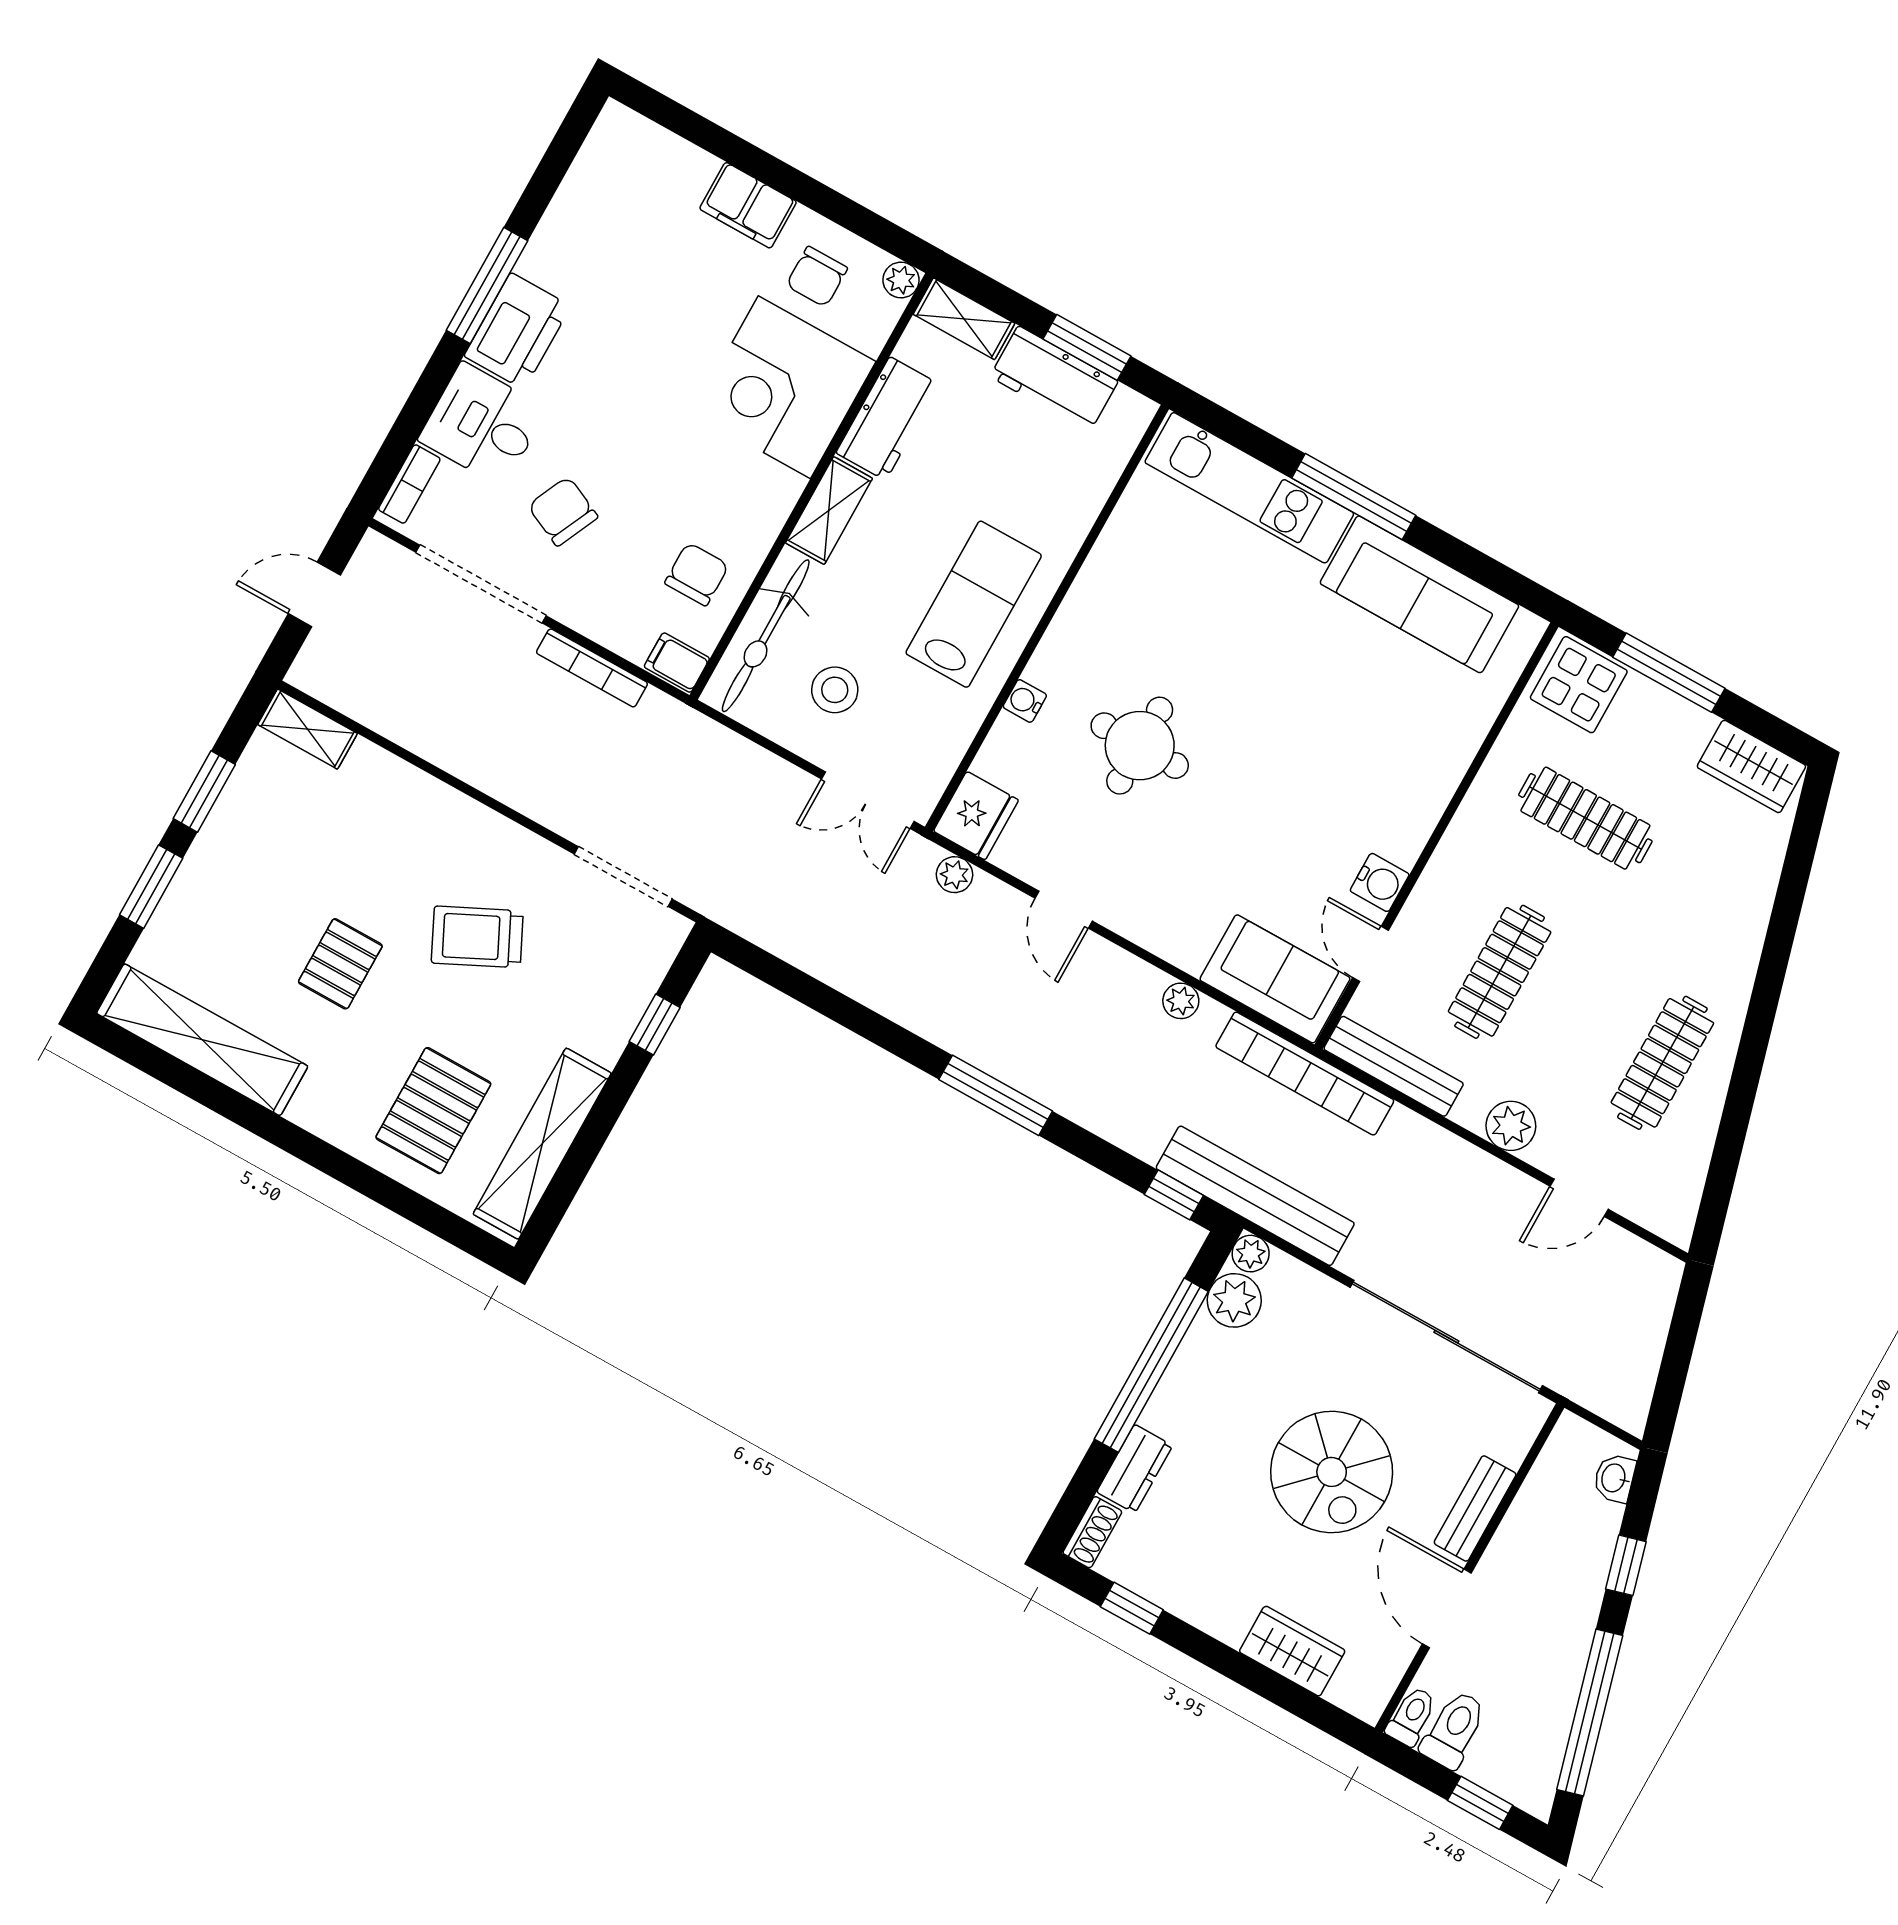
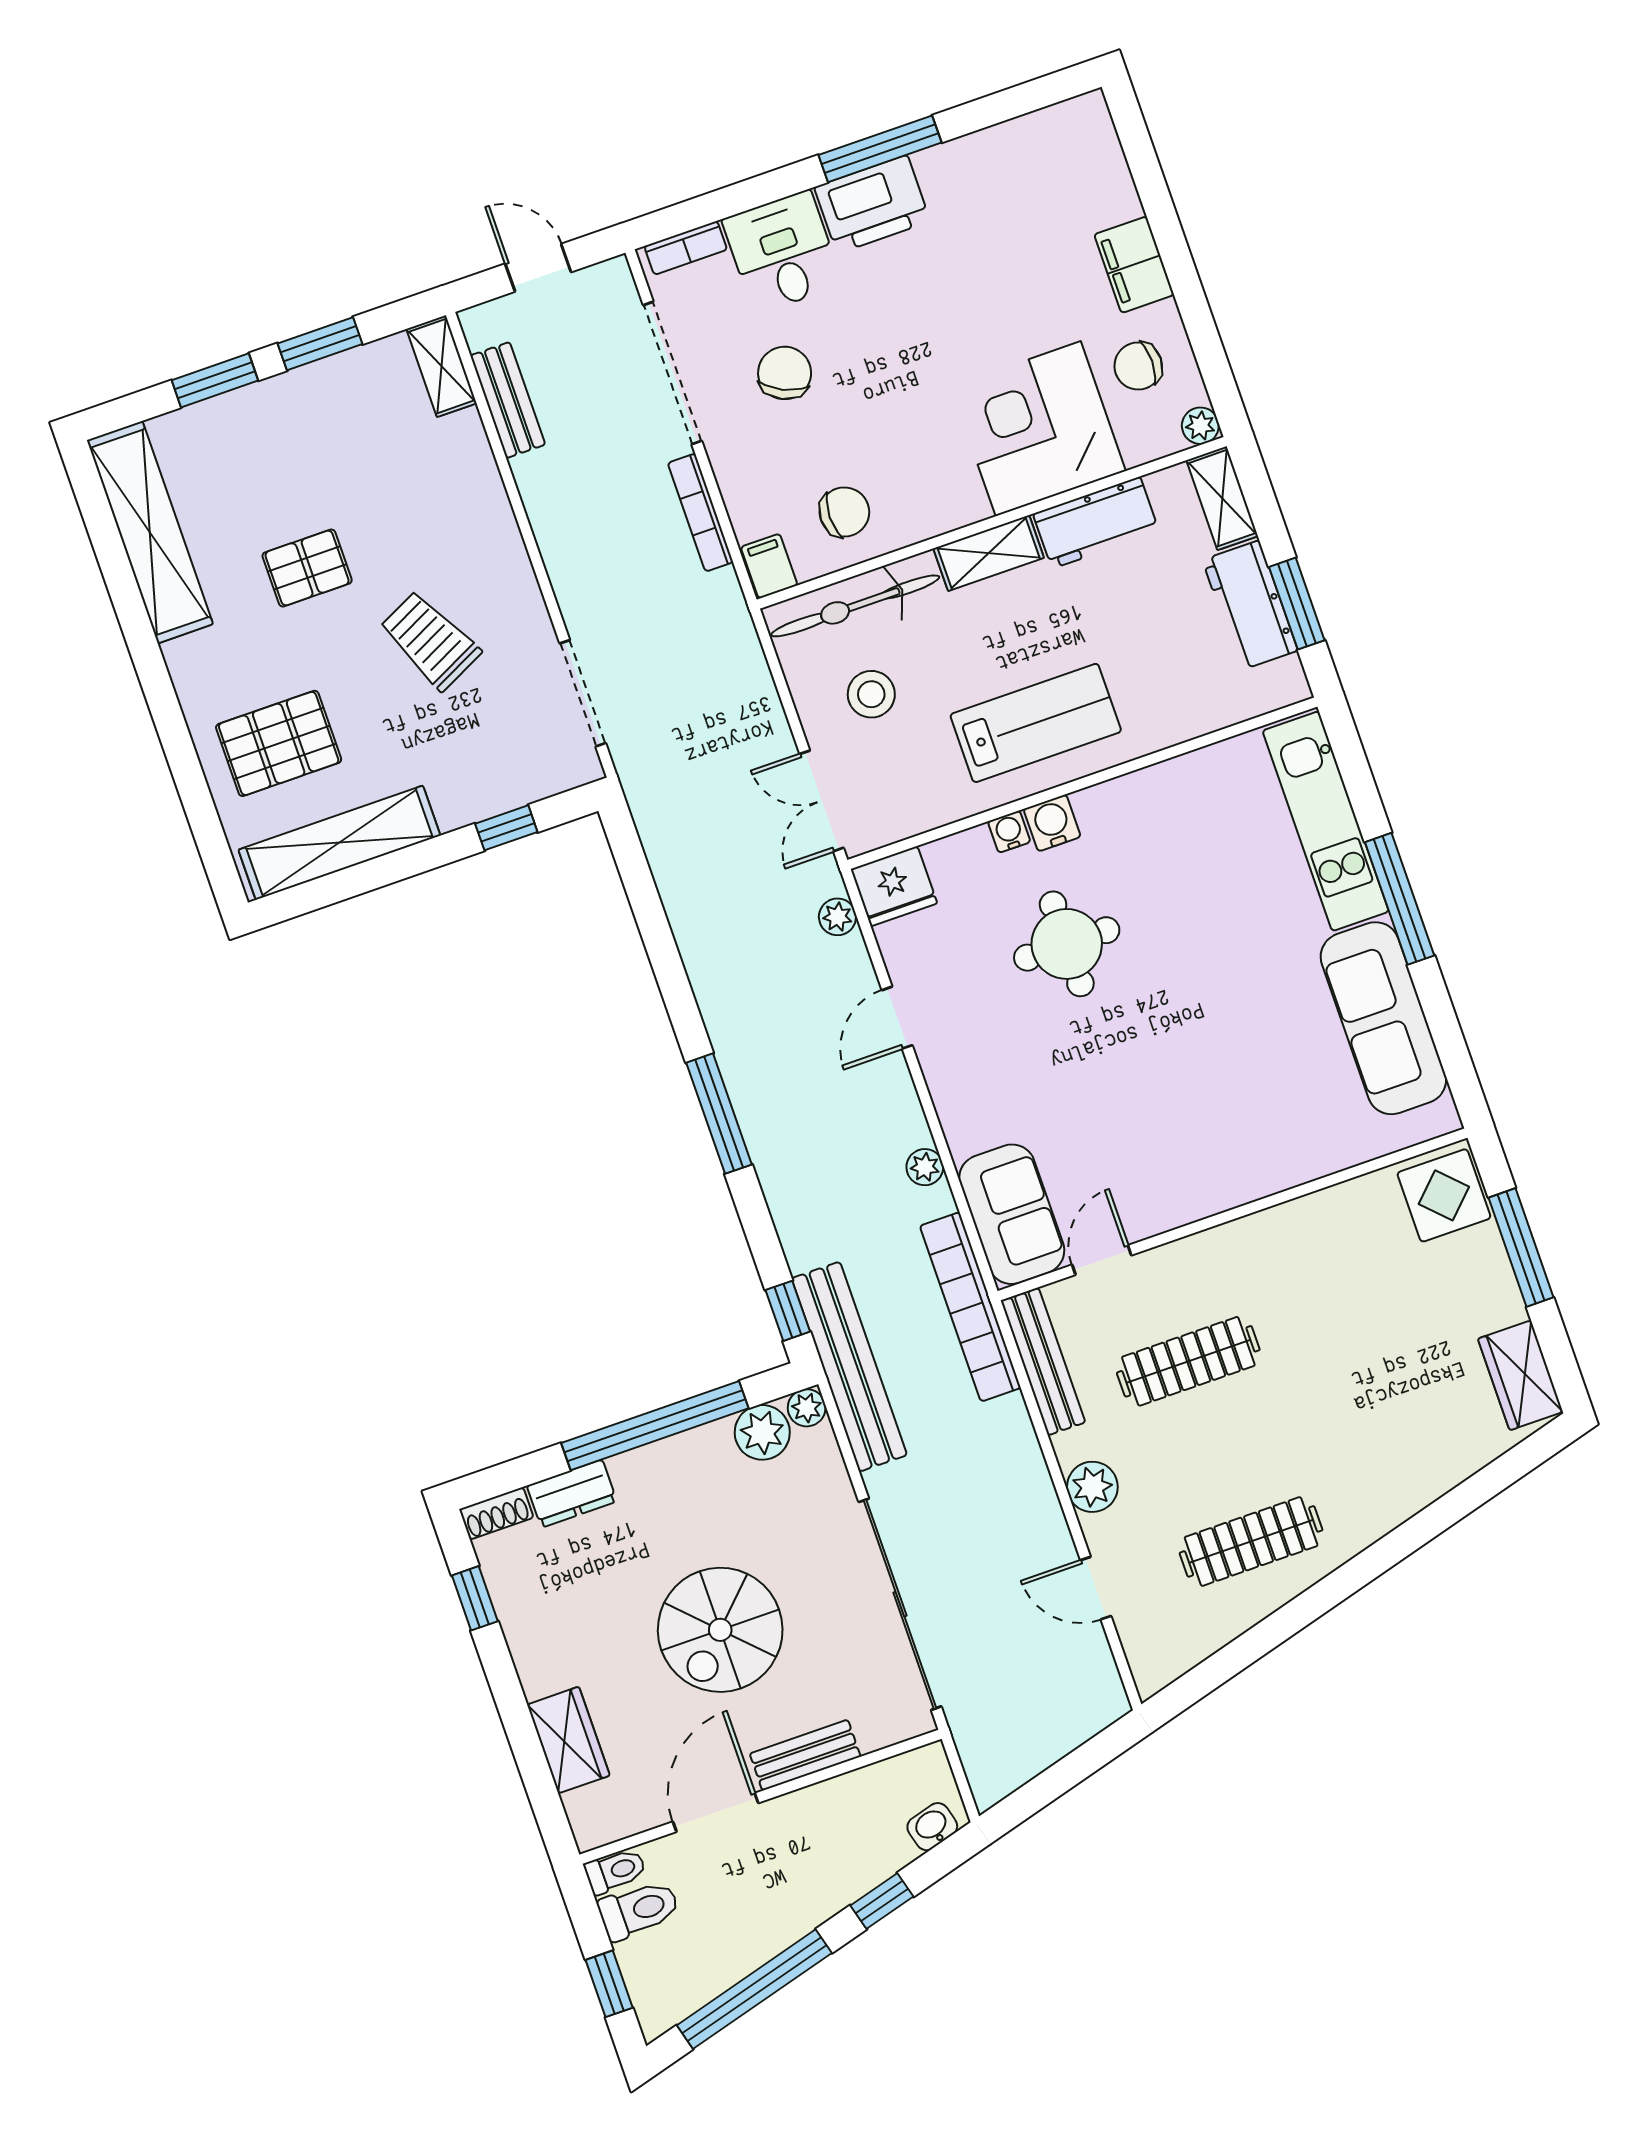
bench: (378, 711) -> (508, 400), added
clothes rail: (1585, 818) -> (1358, 1302), removed
water cooler: (1380, 882) -> (1052, 823), moved, turned 180

